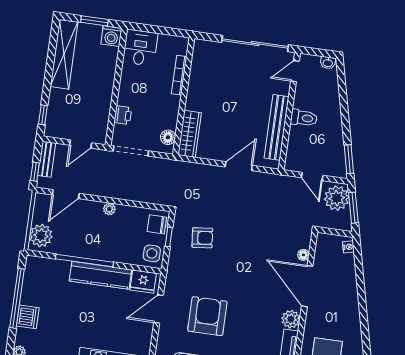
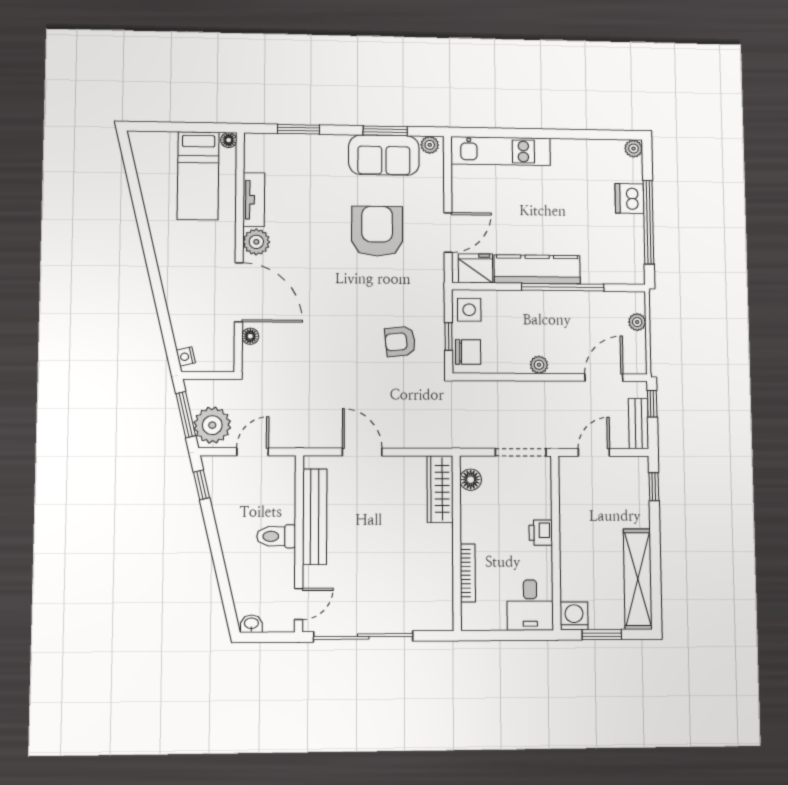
printer: (123, 115) -> (541, 533), moved
window: (349, 159) -> (202, 485), width x0.67
door: (239, 166) -> (362, 452), swing flipped
door: (312, 177) -> (253, 452), hinge flipped
plant: (41, 236) -> (637, 322), width x0.53, depth x0.53
armchair: (207, 316) -> (377, 231), turned 180

